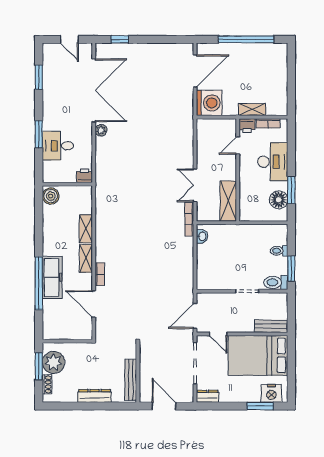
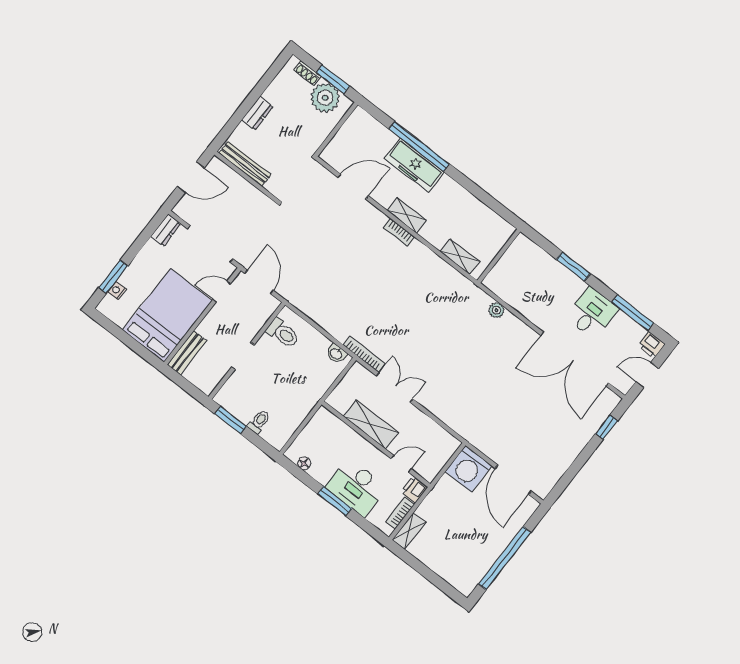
window: (39, 77) -> (633, 313), width x1.44
shelving: (252, 110) -> (409, 531), moved
plant: (101, 130) -> (496, 310), moved
desk: (58, 146) -> (592, 313), moved
door: (238, 146) -> (401, 464), hinge flipped
printer: (84, 176) -> (651, 345), moved, turned 90
window: (291, 190) -> (335, 501), moved
boiler: (51, 196) -> (500, 229), removed
floor lamp: (279, 200) -> (304, 463), width x0.53, depth x0.53
shelving: (228, 201) -> (371, 424), moved
shelving: (86, 229) -> (460, 256), moved
bookcase: (100, 274) -> (399, 232), moved
toilet: (276, 282) -> (283, 333), moved, turned 90
nightstand: (271, 393) -> (117, 290), width x0.53, depth x0.56
dresser: (95, 396) -> (257, 113), width x0.70

